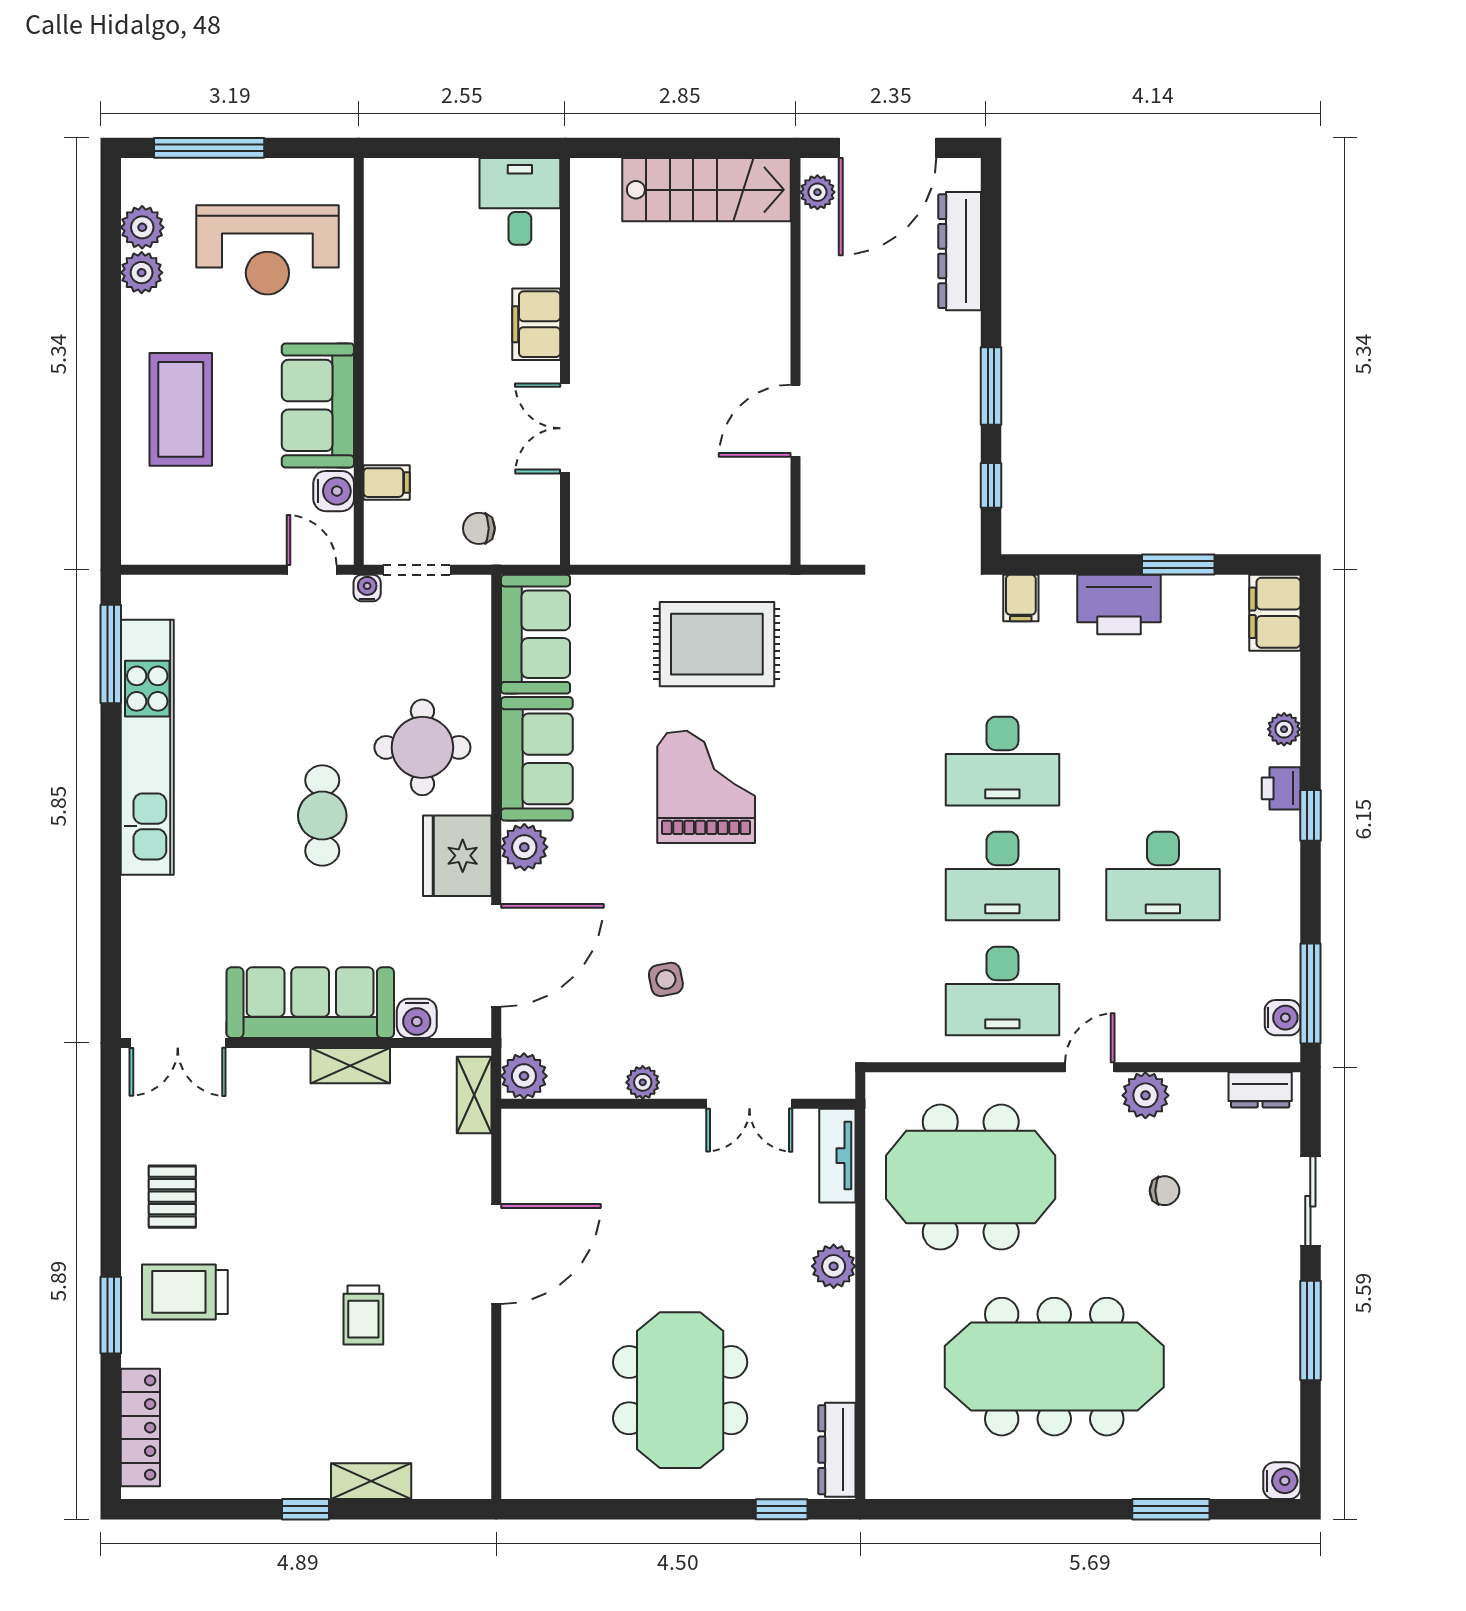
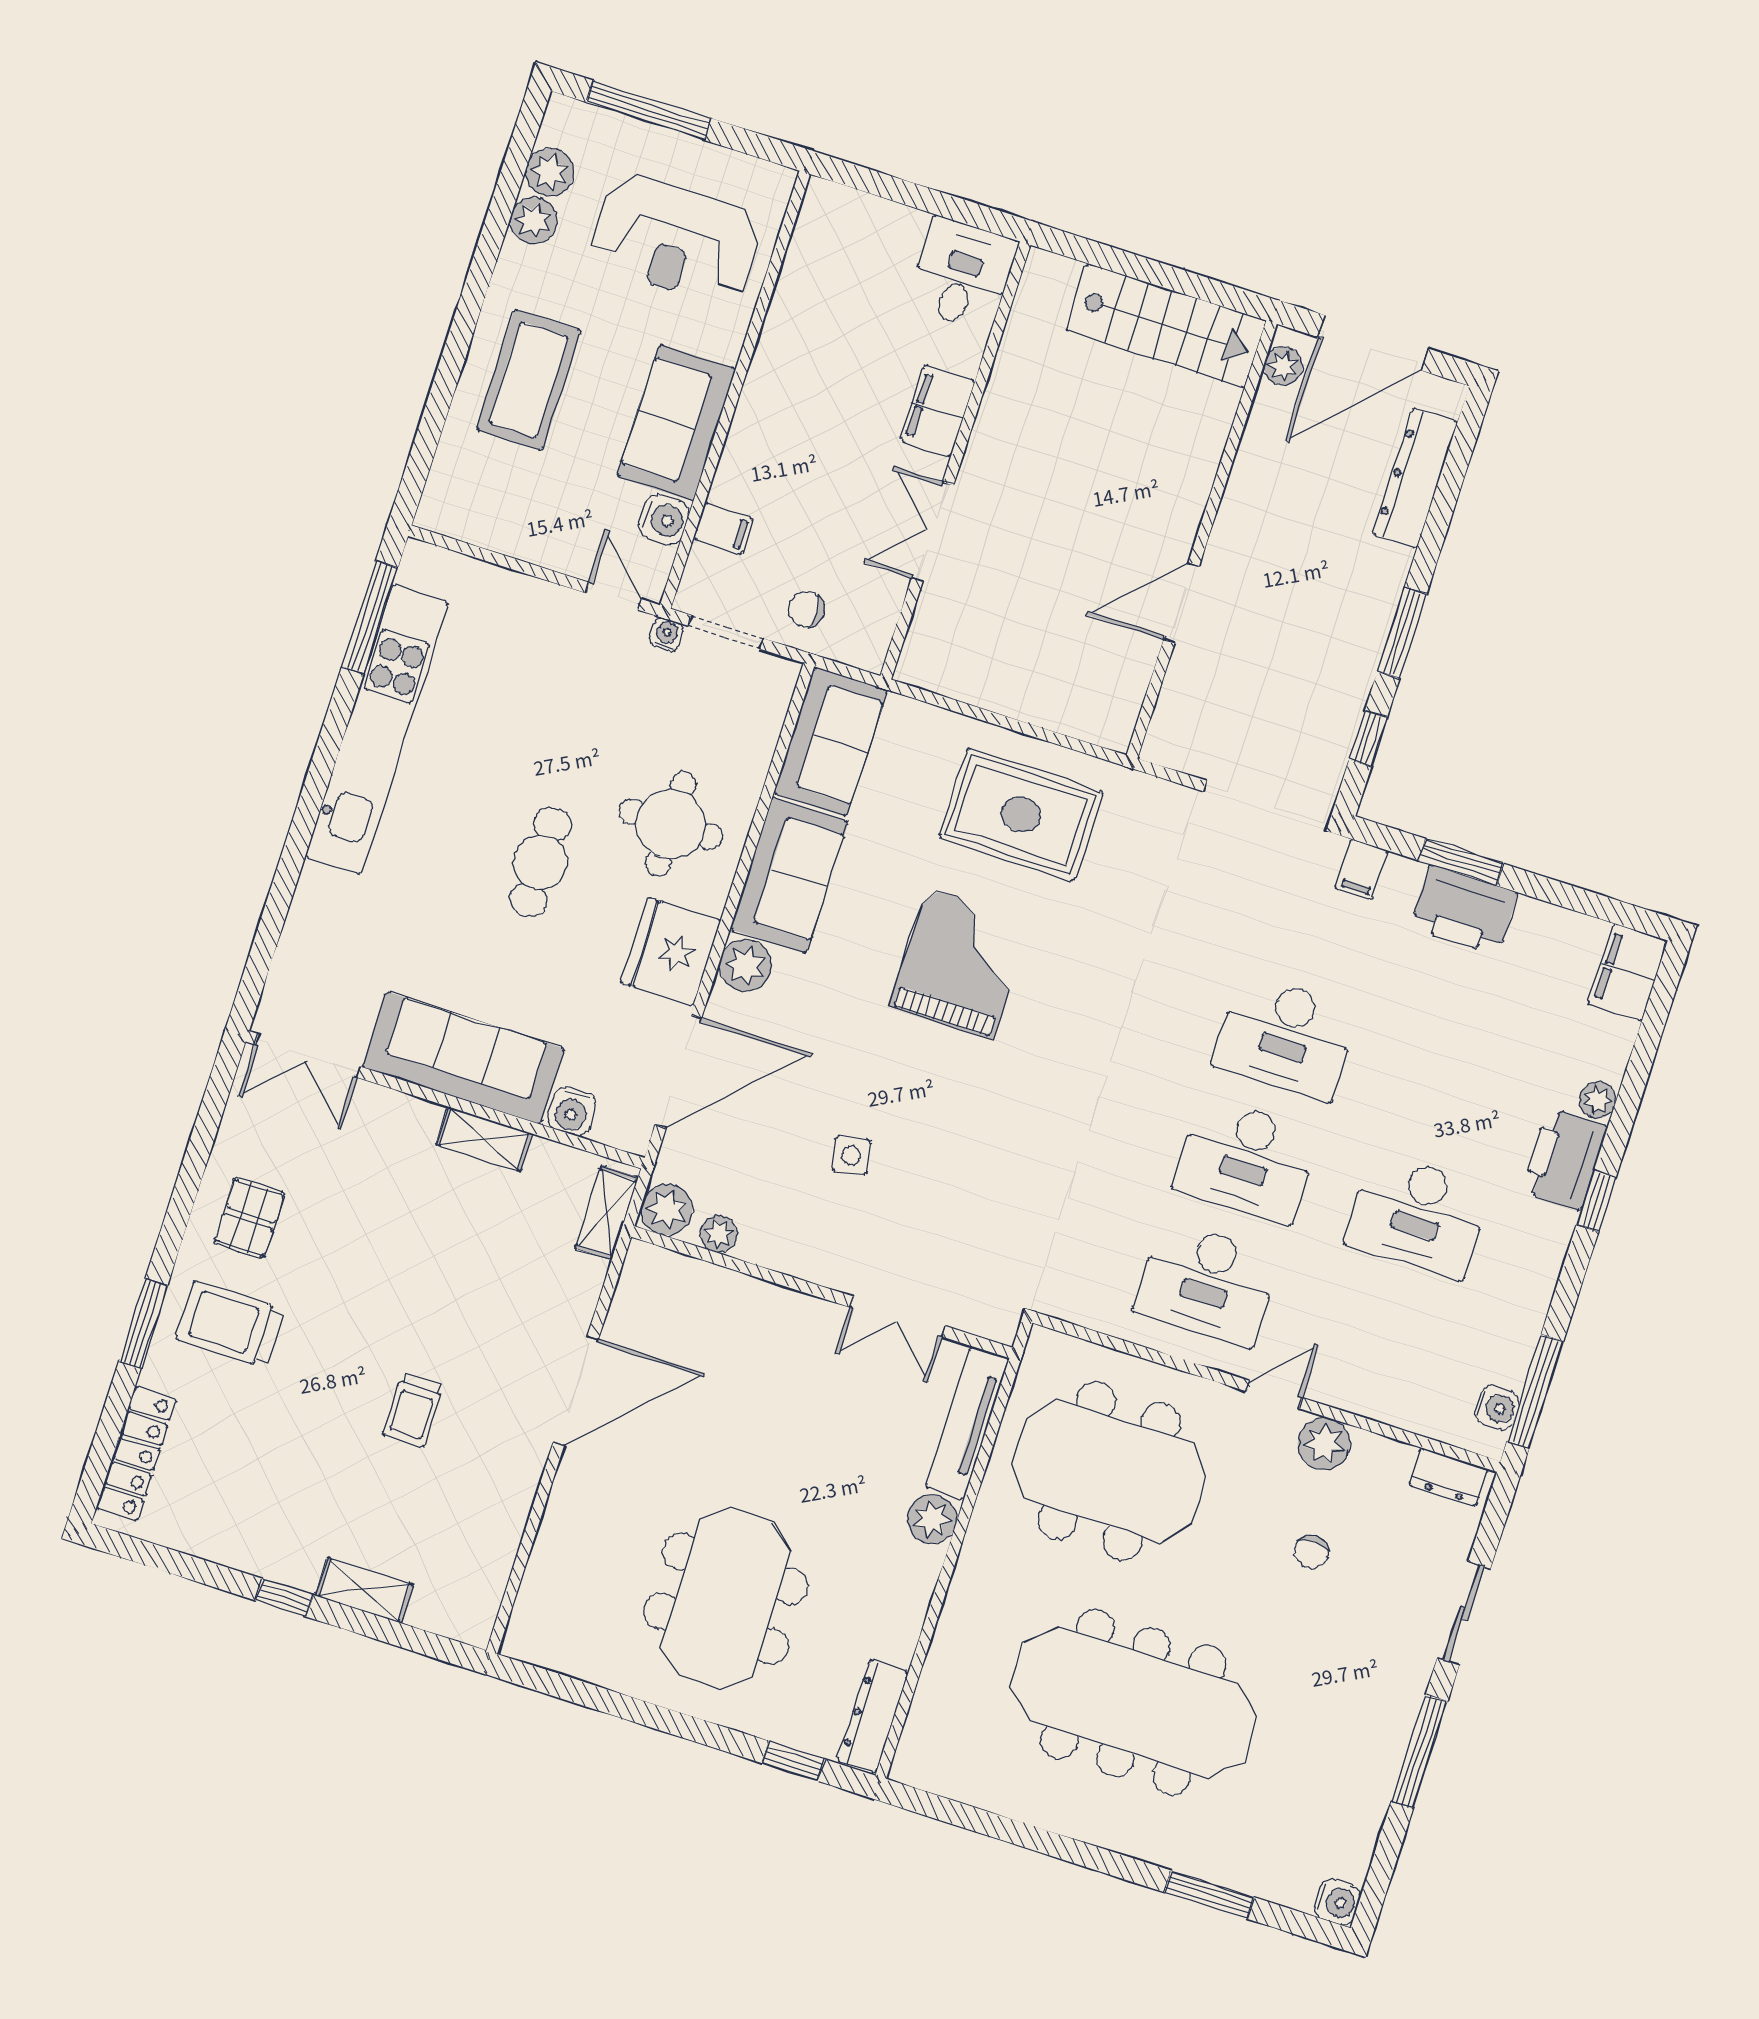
window: (1178, 564) -> (1461, 862), moved
printer: (1281, 788) -> (1564, 1159), width x1.87, depth x1.48
plant: (643, 1082) -> (719, 1234), moved
tv unit: (837, 1156) -> (968, 1423), width x1.41
chair: (1165, 1191) -> (1312, 1552), turned 90

